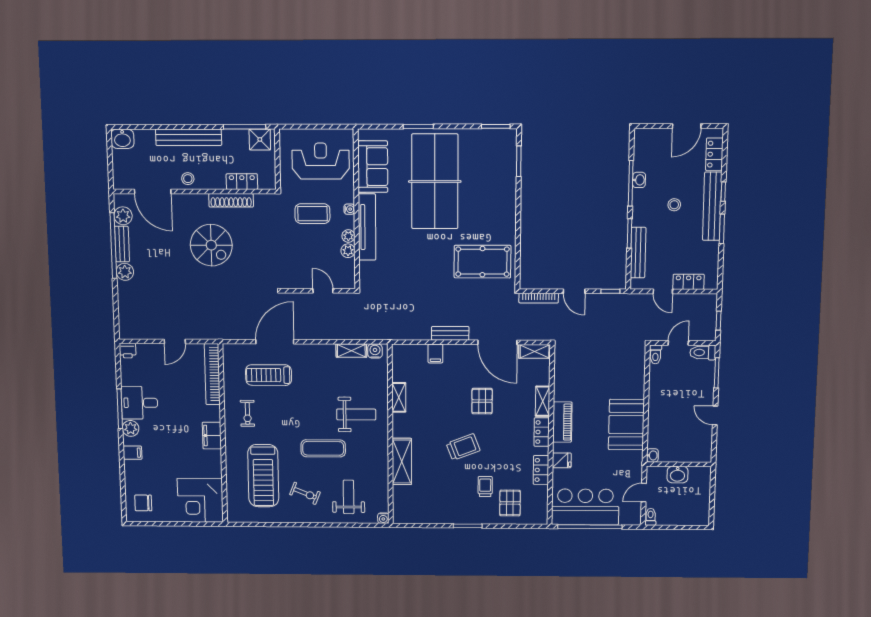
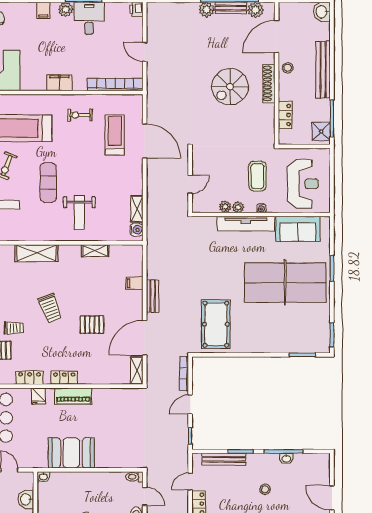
shoe rack: (231, 200) -> (269, 83), moved
shelving: (543, 401) -> (92, 378), removed

